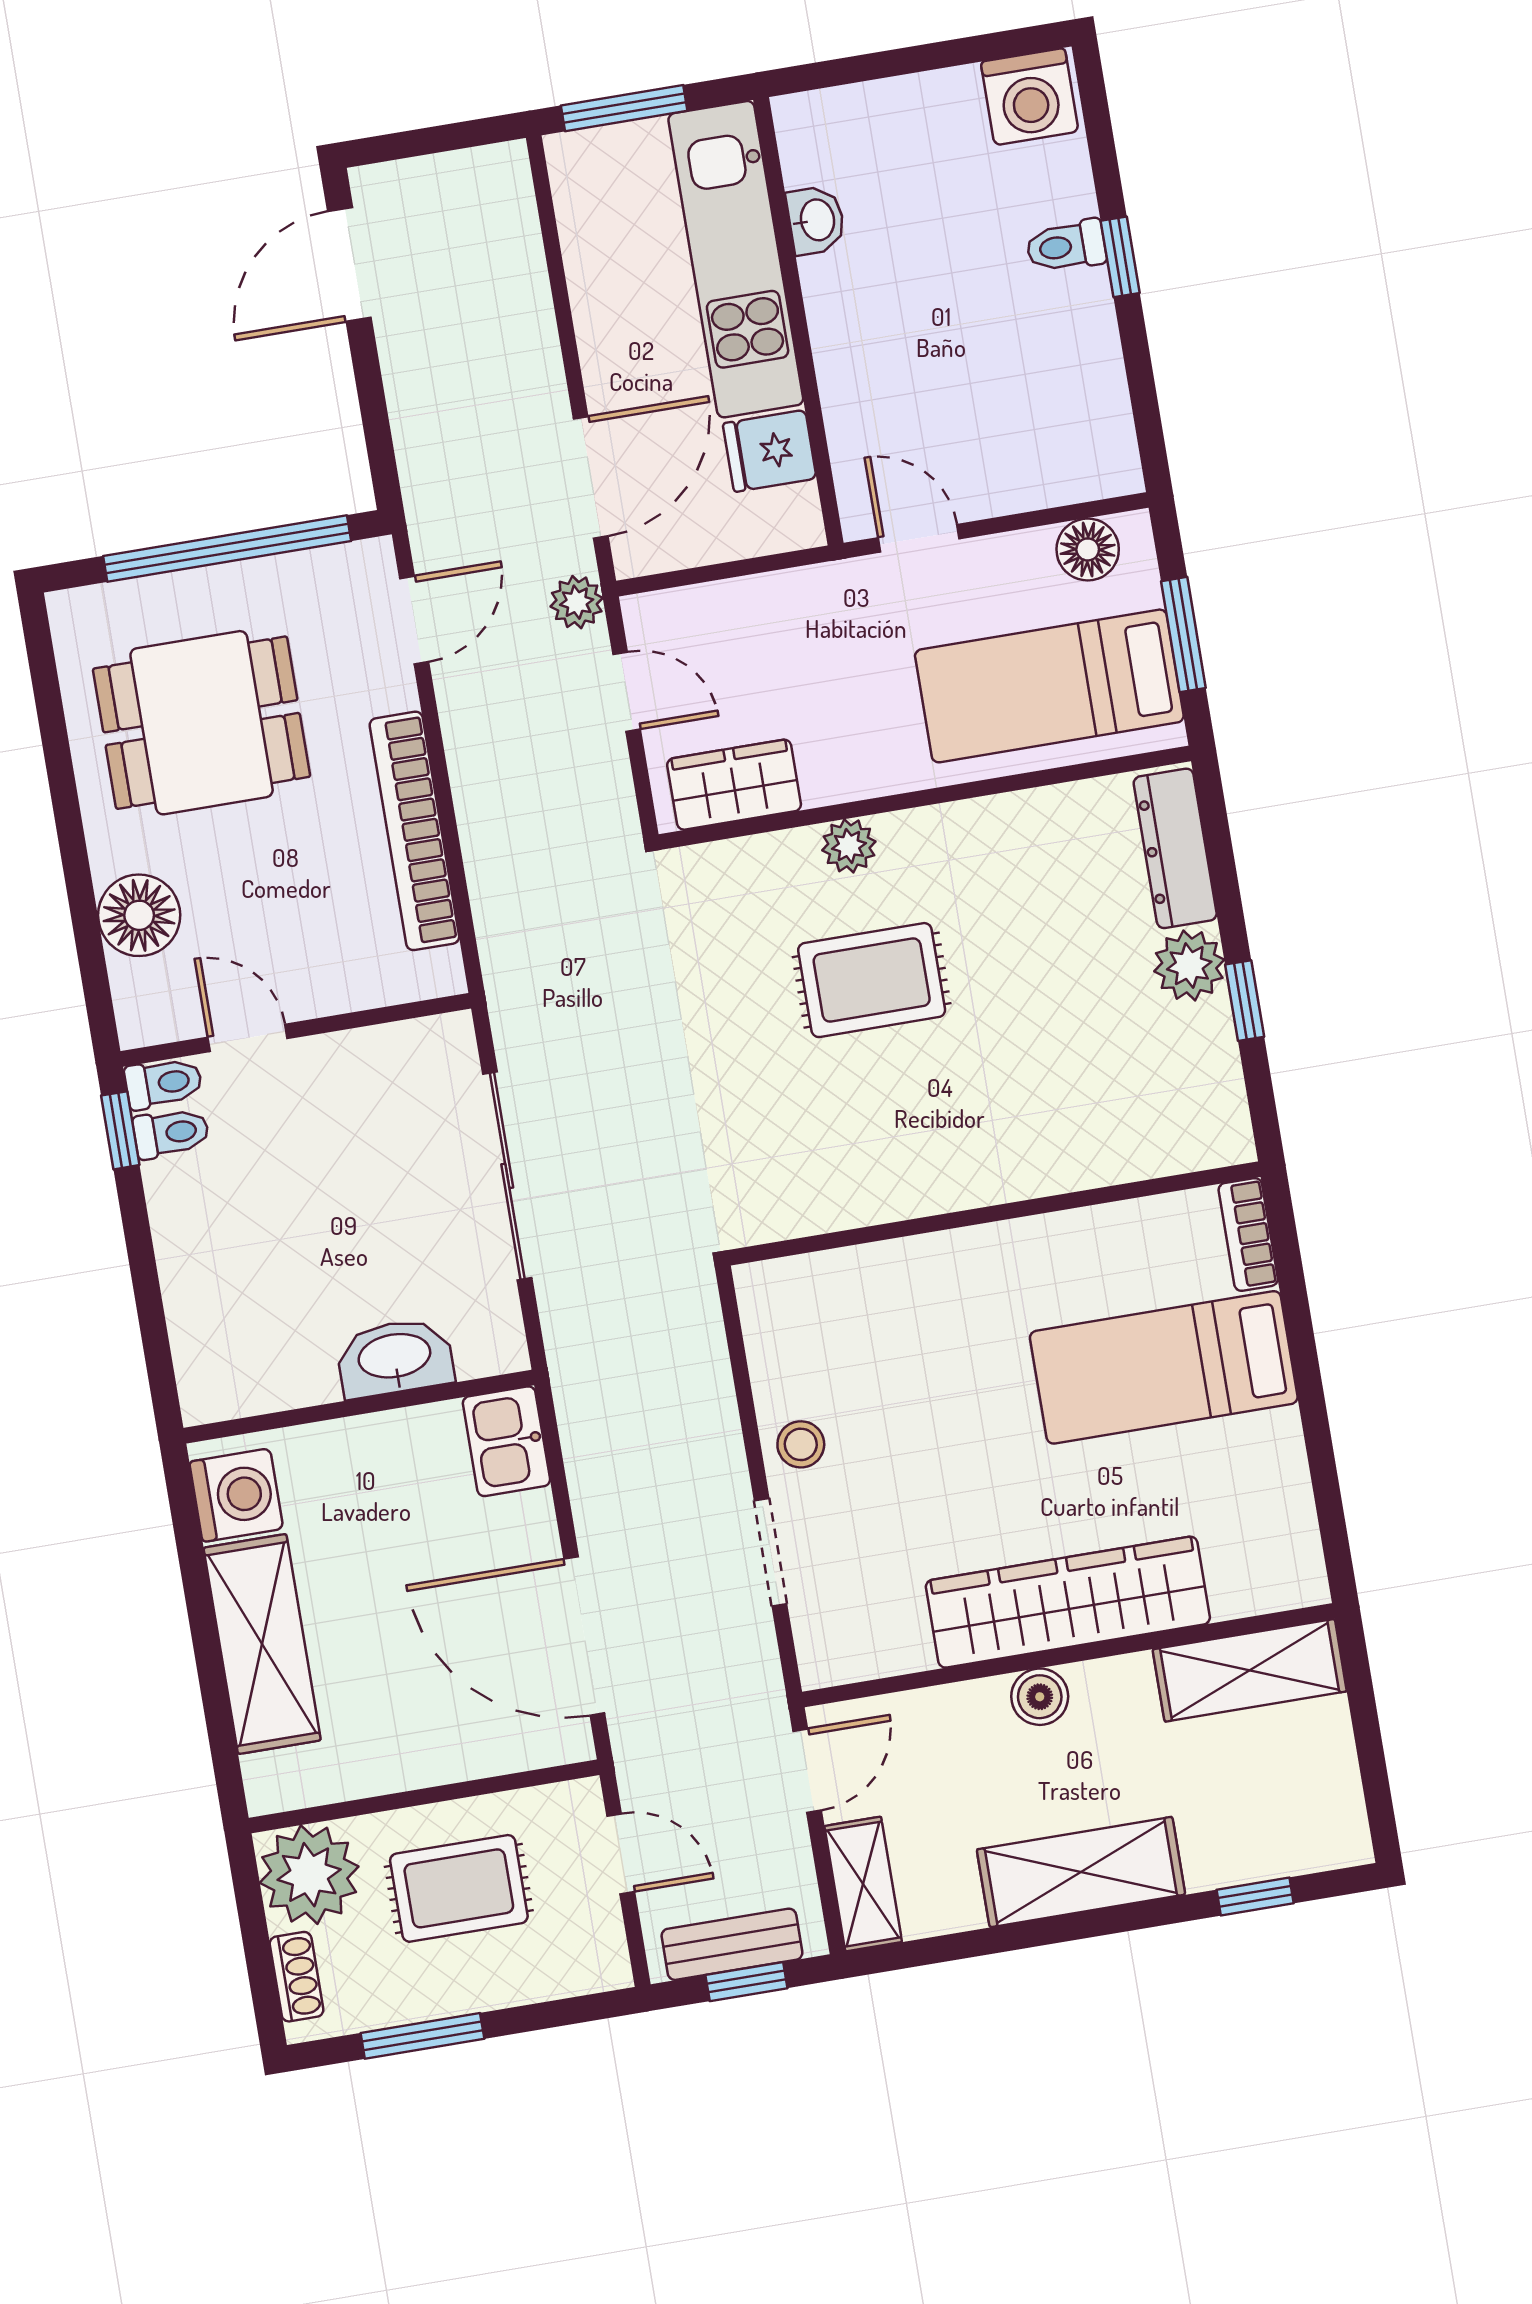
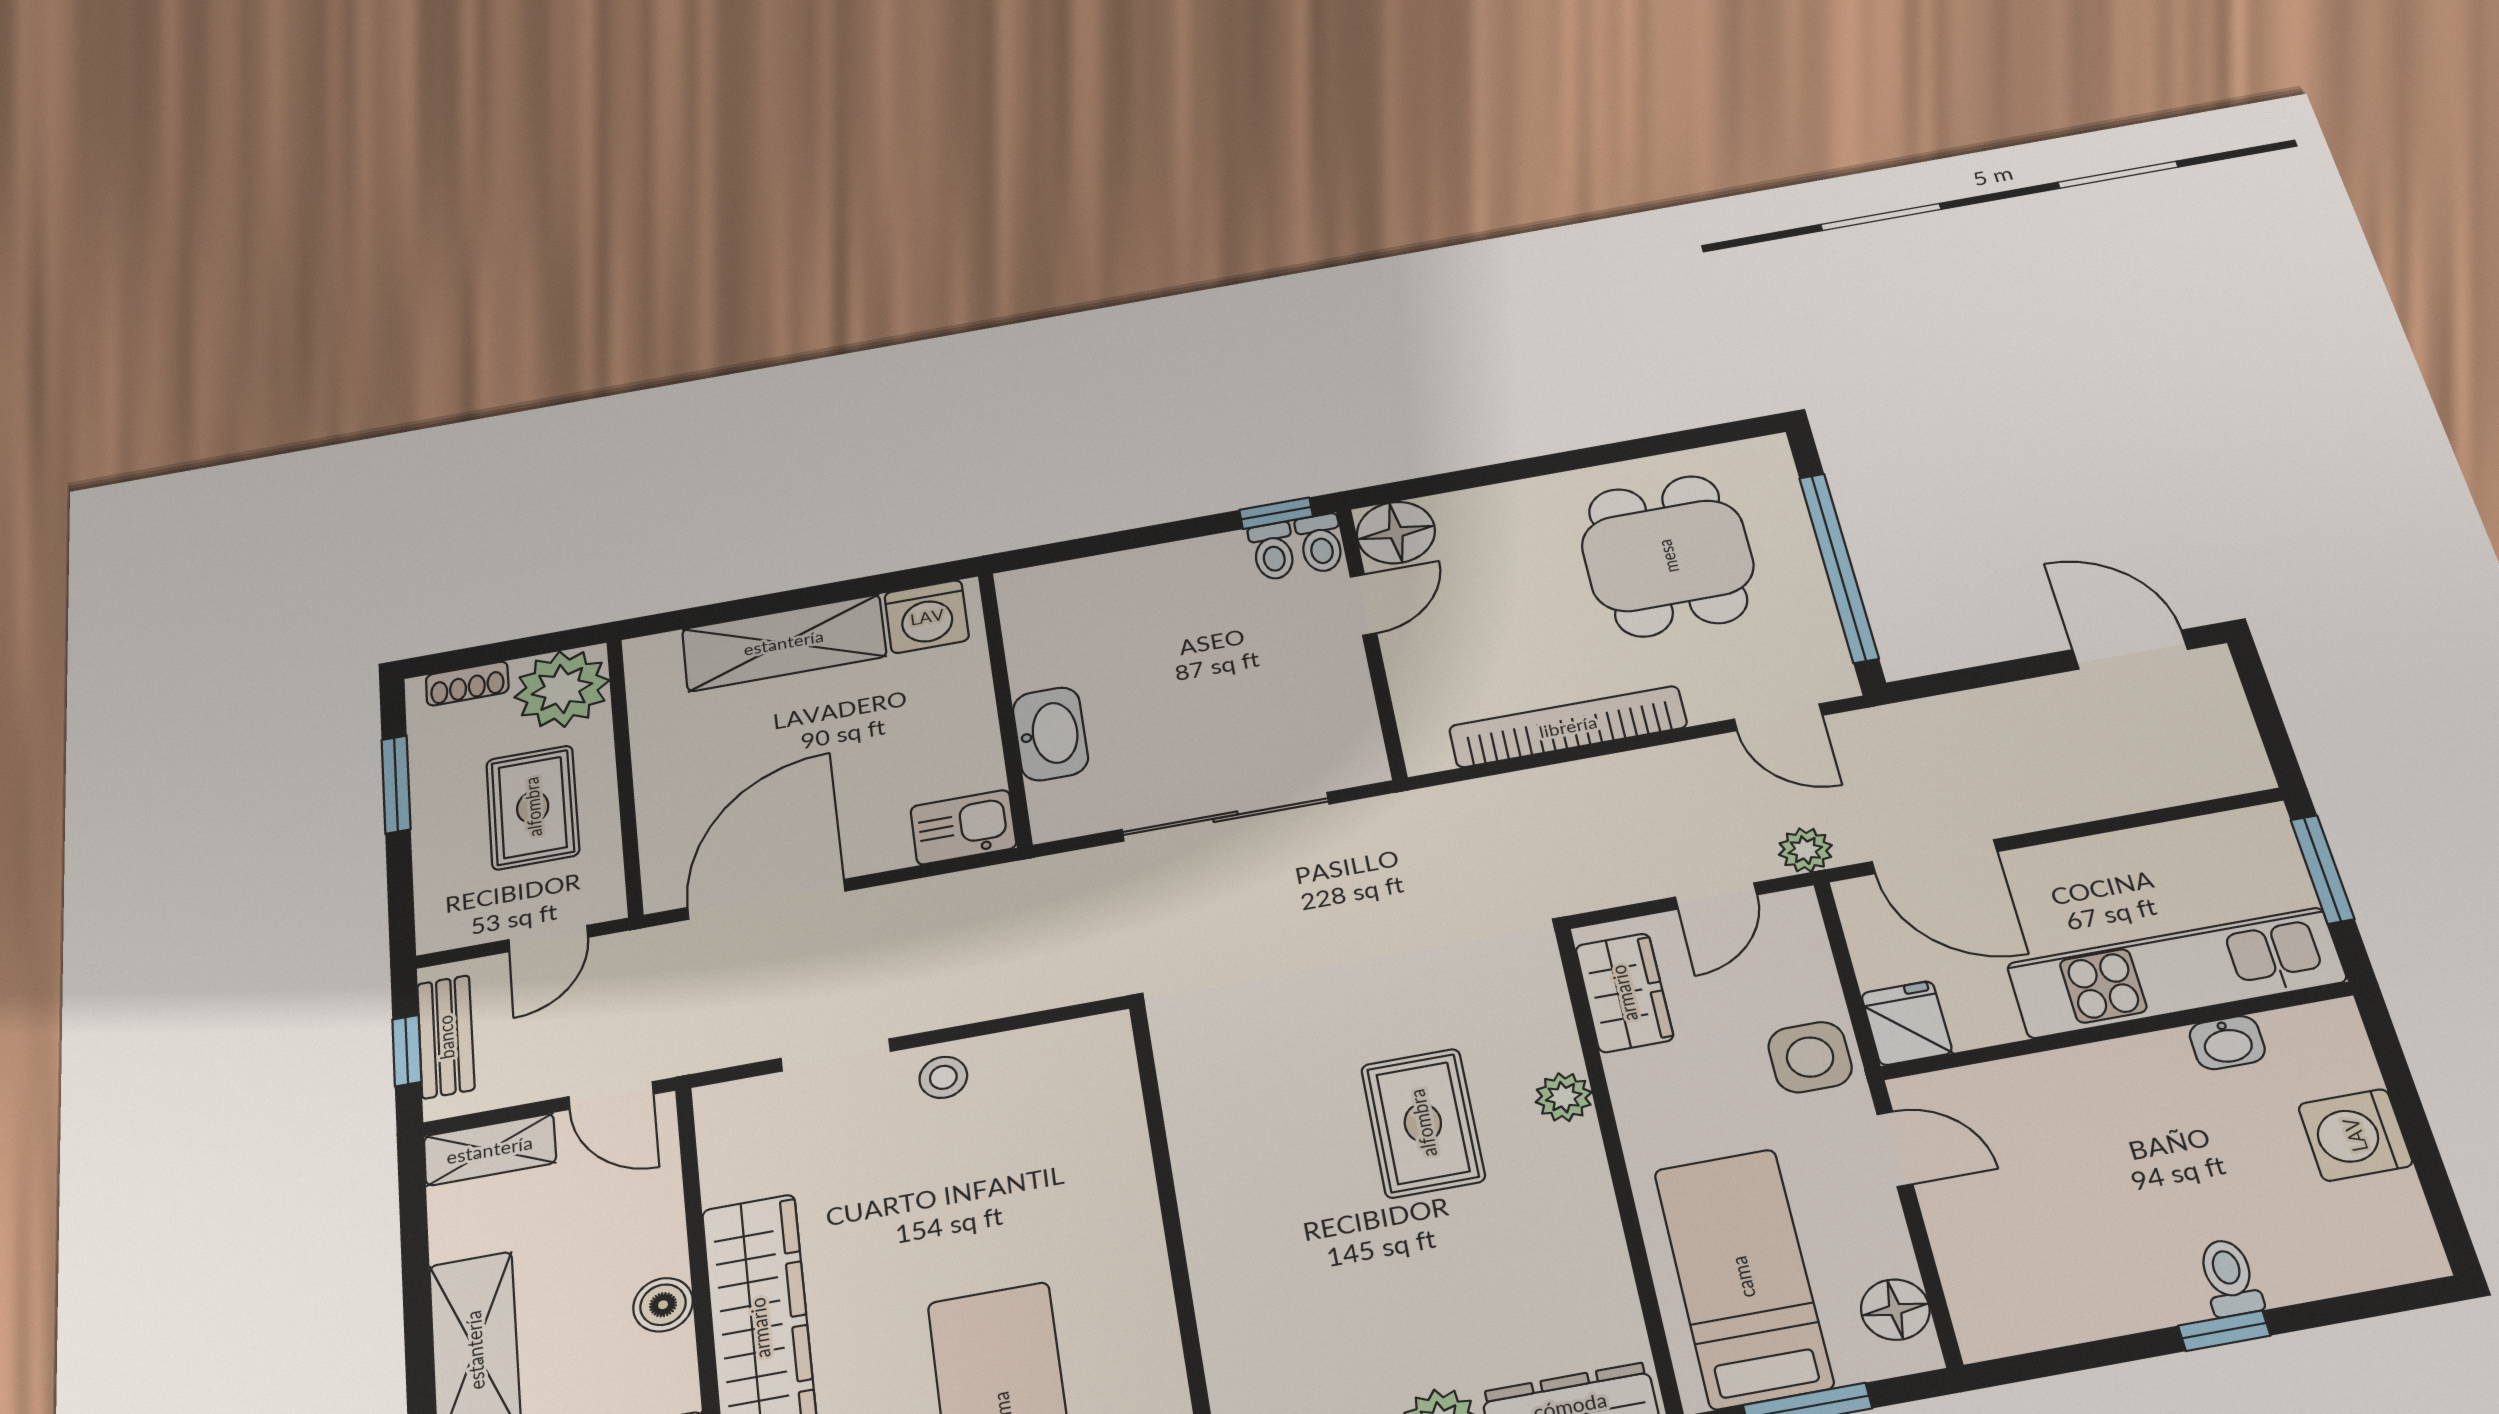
washing machine: (1030, 97) -> (2355, 1135), moved
fridge: (770, 451) -> (1907, 1023), moved
door: (919, 538) -> (1895, 1149), hinge flipped
side table: (815, 611) -> (1810, 1057), added
floor lamp: (139, 915) -> (1396, 533), moved

